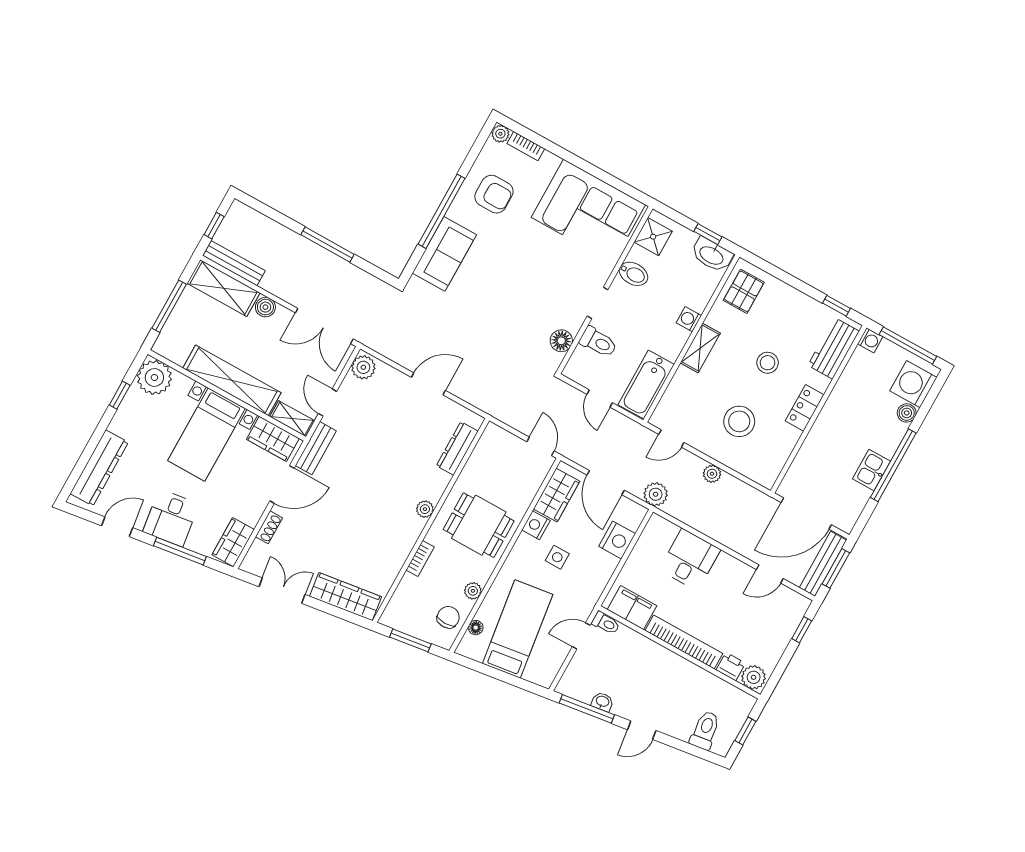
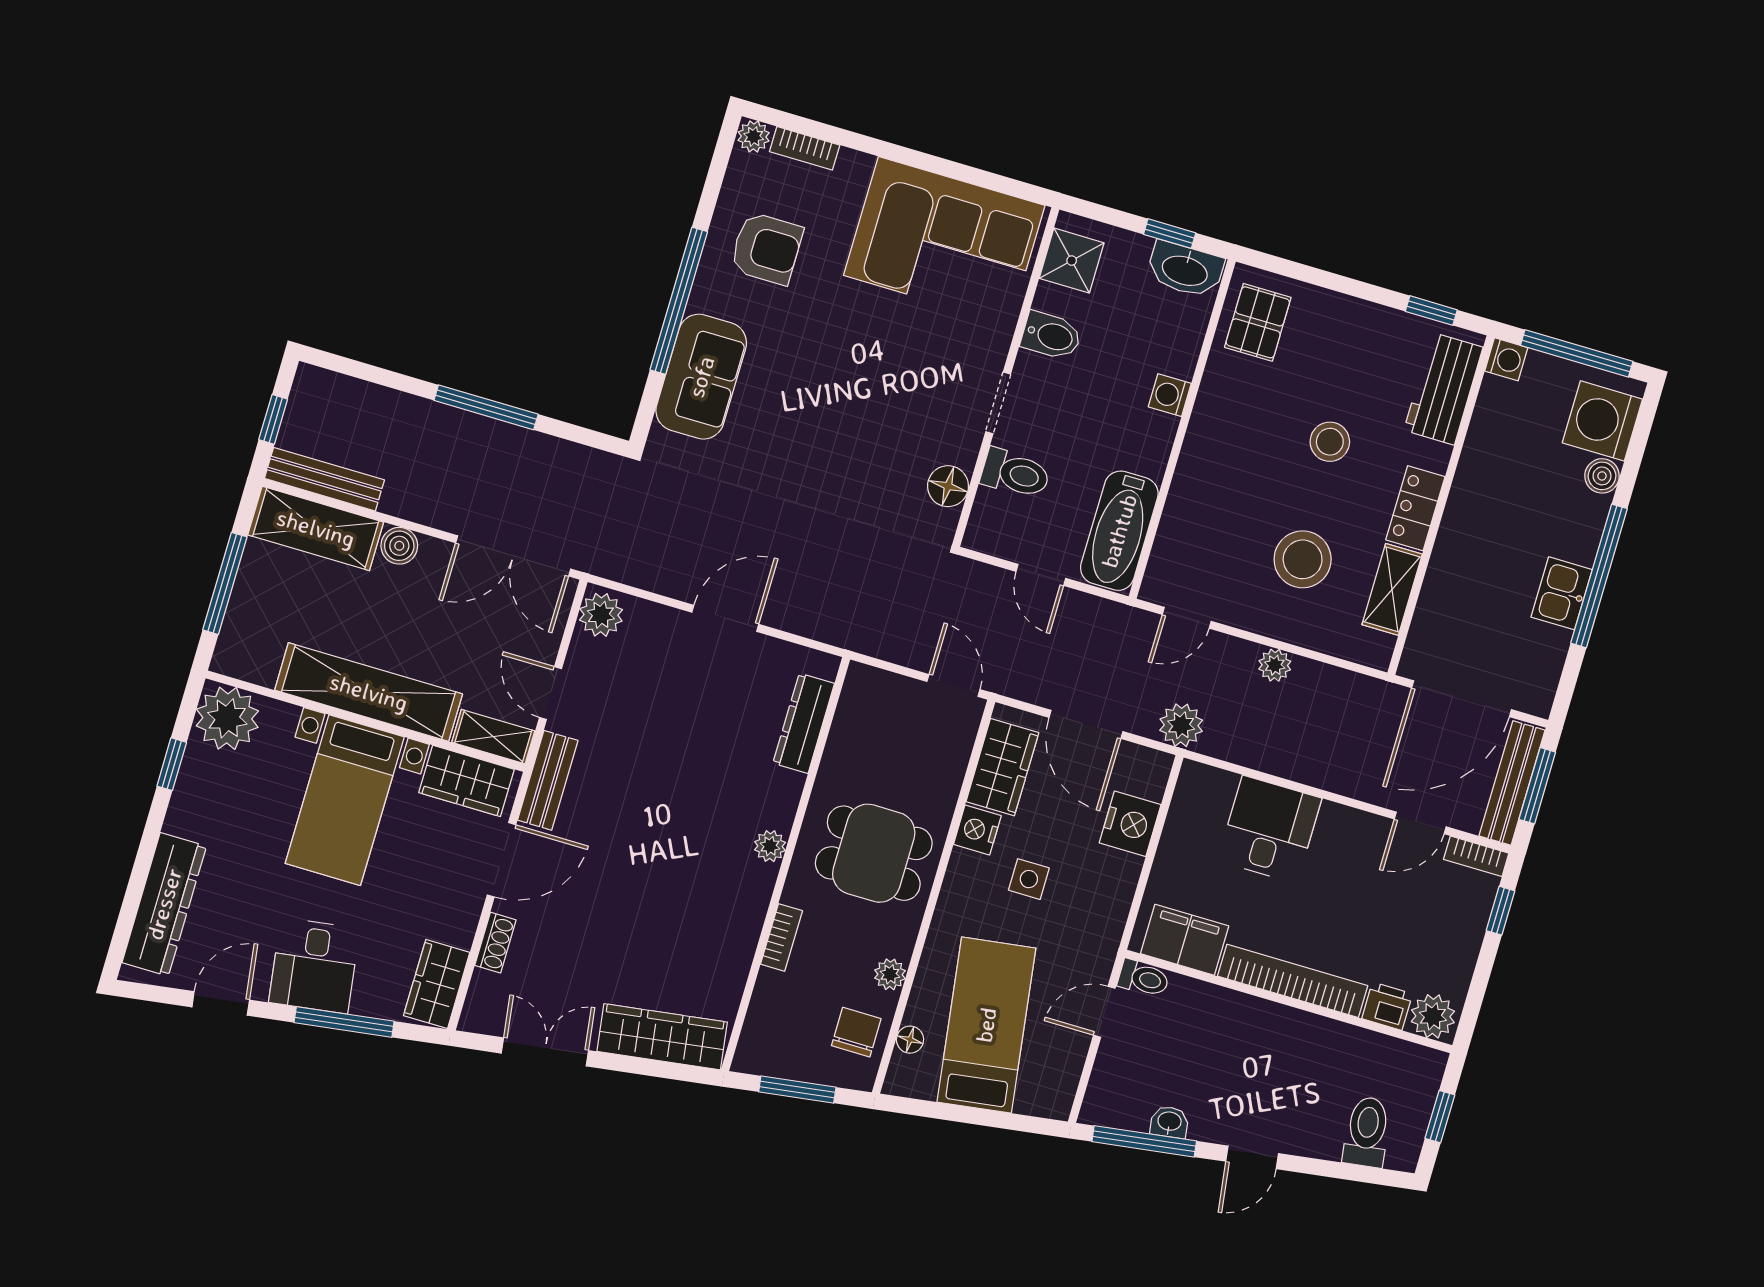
shelving: (700, 348) -> (1392, 589), moved
bookcase: (795, 598) -> (1476, 856), added

